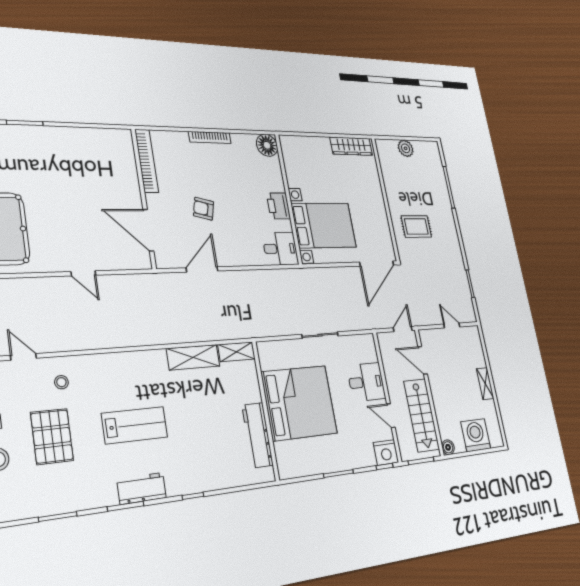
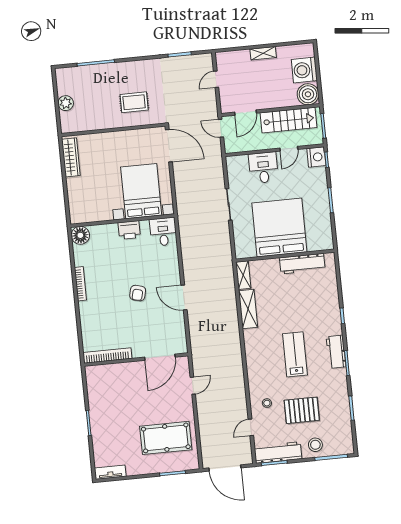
bookcase: (147, 161) -> (107, 356), moved
wall: (143, 198) -> (136, 360), moved
rug: (416, 226) -> (134, 102), turned 90
door: (148, 230) -> (160, 357), moved
boiler: (448, 447) -> (308, 94), width x1.86, depth x1.86

